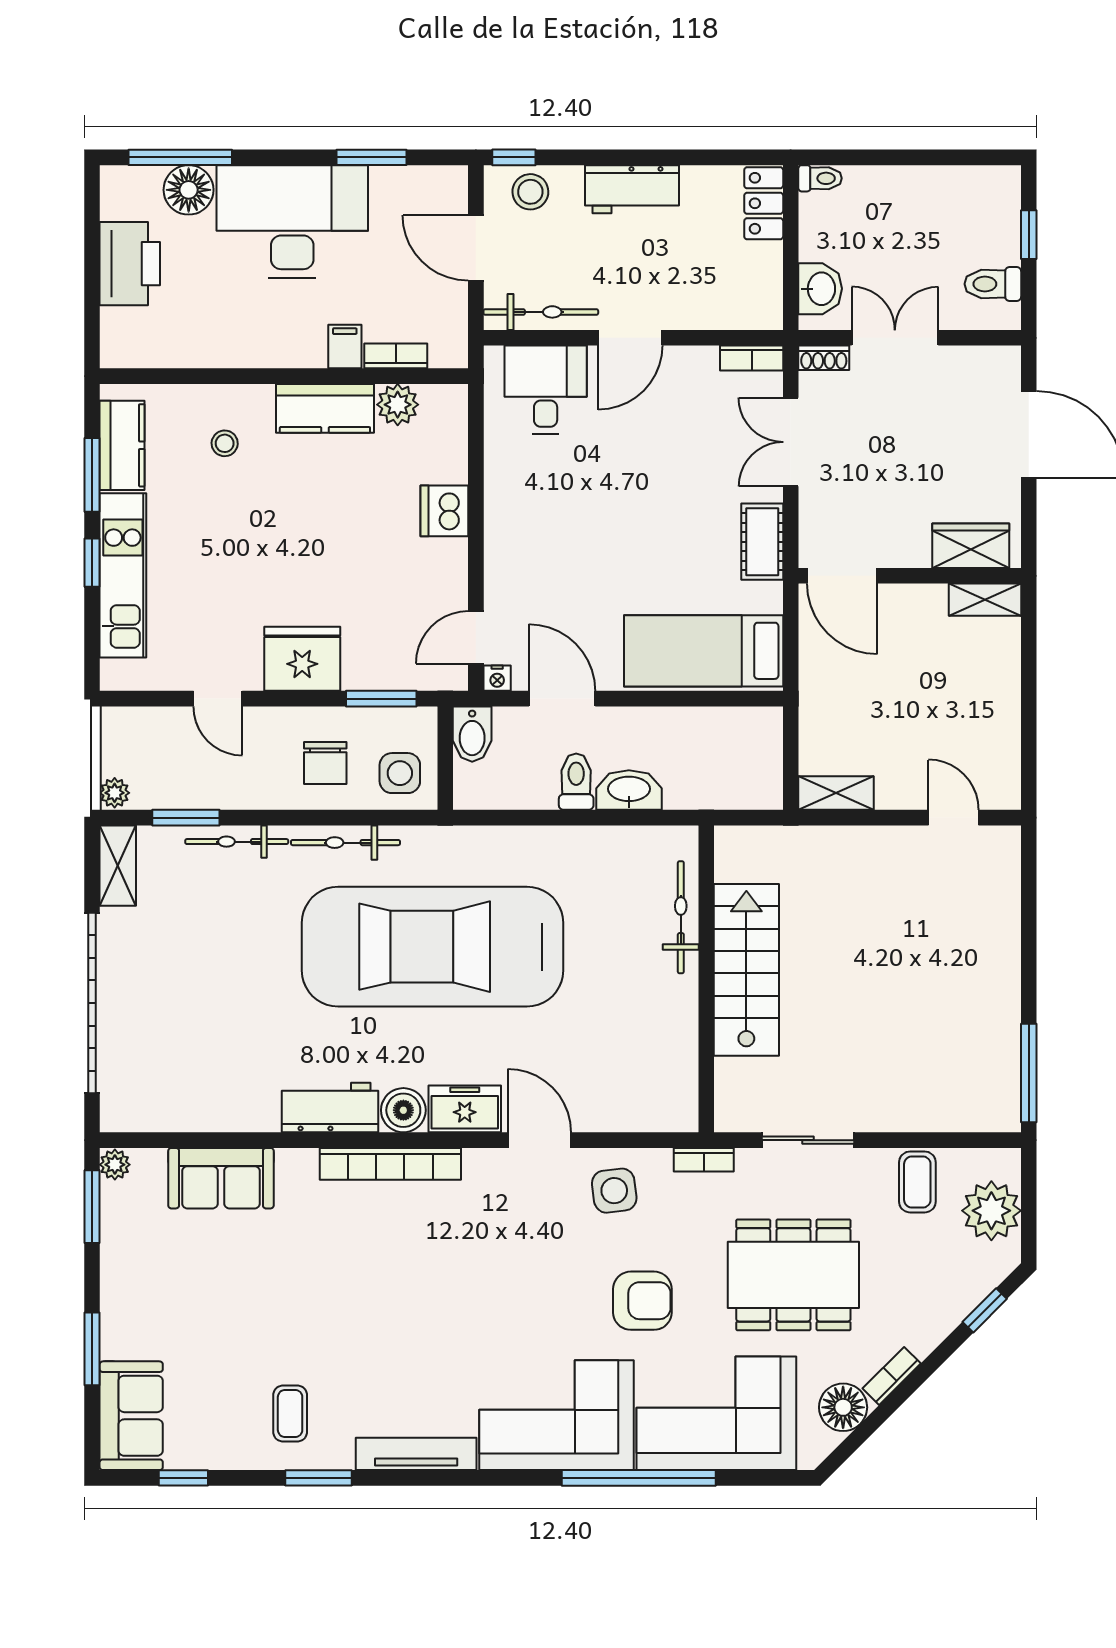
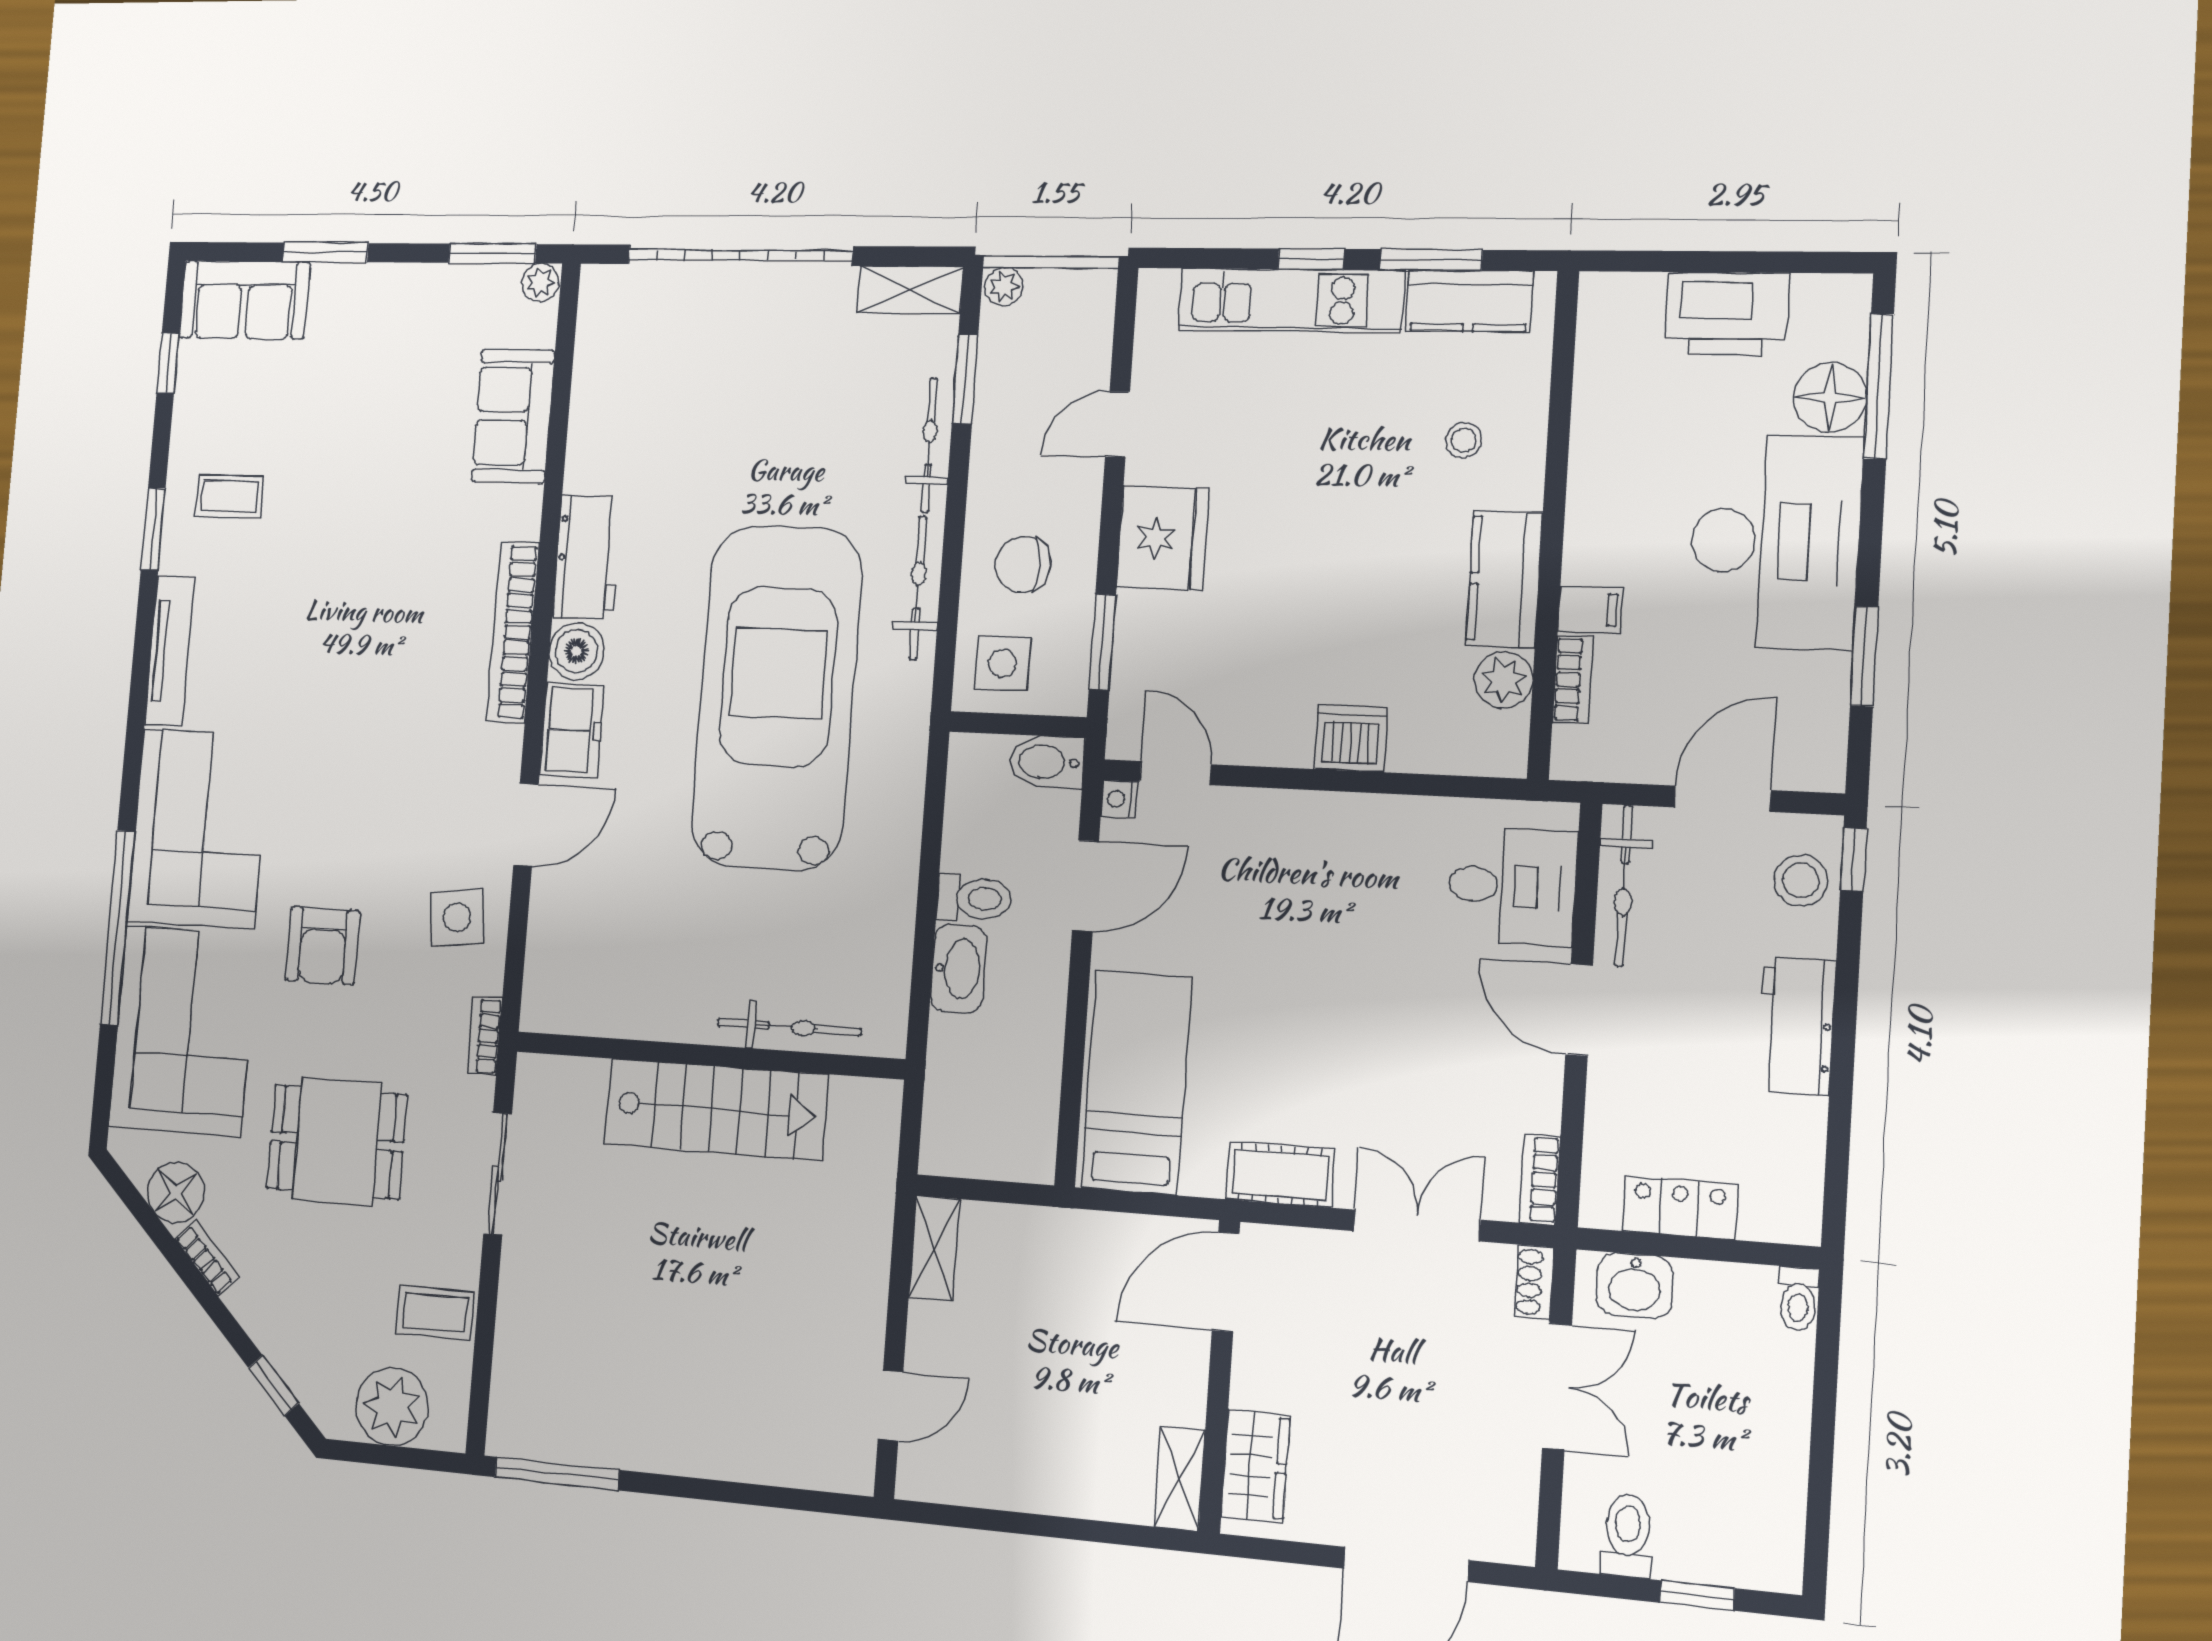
locker: (764, 203) -> (1680, 1208), moved
dining table: (793, 1275) -> (337, 1142), width x0.73

